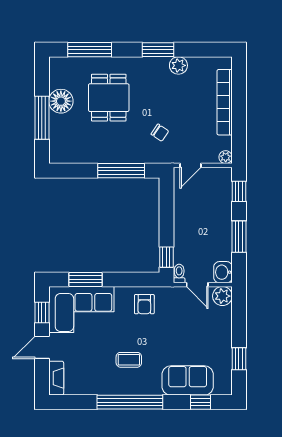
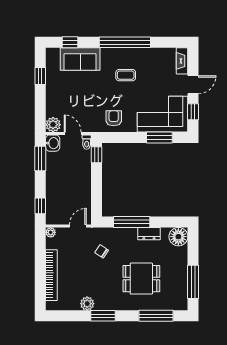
dining table: (109, 98) -> (141, 279), turned 90
floor lamp: (61, 101) -> (178, 237), moved
window: (42, 118) -> (193, 282), moved
dresser: (99, 156) -> (149, 234), added
window: (239, 237) -> (40, 158), moved

